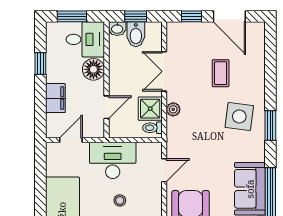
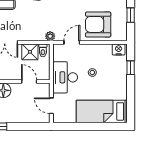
filing cabinet: (55, 98) -> (23, 116), removed
plant: (173, 109) -> (50, 36), moved
door: (164, 170) -> (72, 42), hinge flipped

